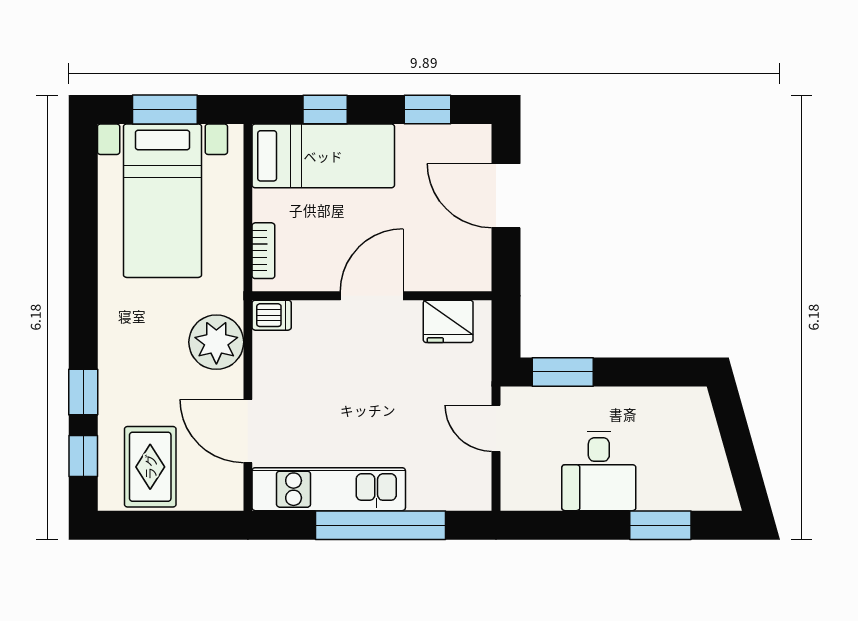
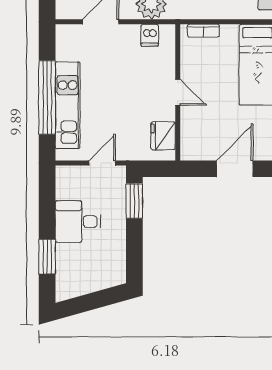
door: (372, 296) -> (178, 92), width x0.73
dishwasher: (272, 315) -> (150, 35), moved
kitchen unit: (329, 489) -> (68, 105), moved

